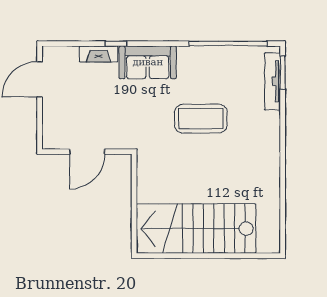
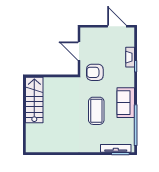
sofa: (148, 62) -> (126, 103), moved
armchair: (128, 121) -> (95, 72), added
stairs: (196, 229) -> (34, 100), width x0.73, depth x0.66

